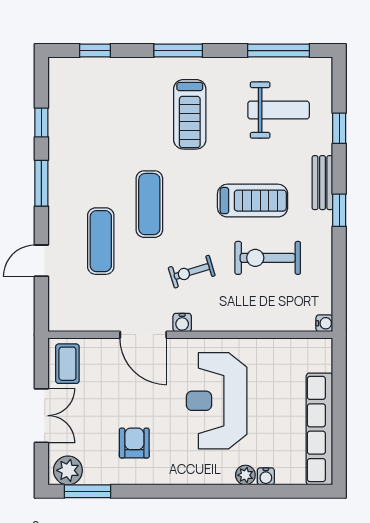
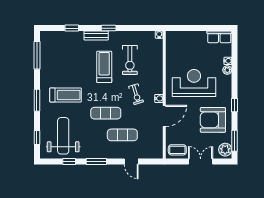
weight bench: (279, 110) -> (63, 136), moved, width x1.36, depth x1.33
reception desk: (217, 401) -> (194, 83), turned 180
row of seats: (319, 429) -> (219, 37), width x0.50
armchair: (134, 443) -> (213, 120), width x1.88, depth x1.88
window: (167, 491) -> (235, 105), added

